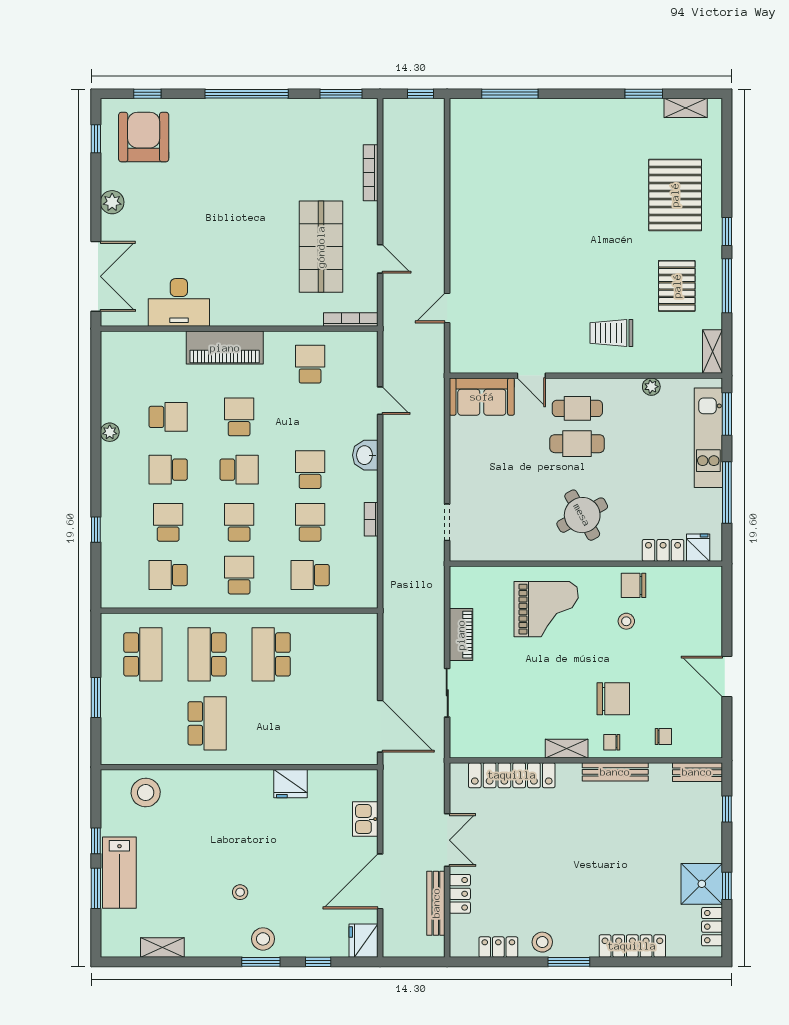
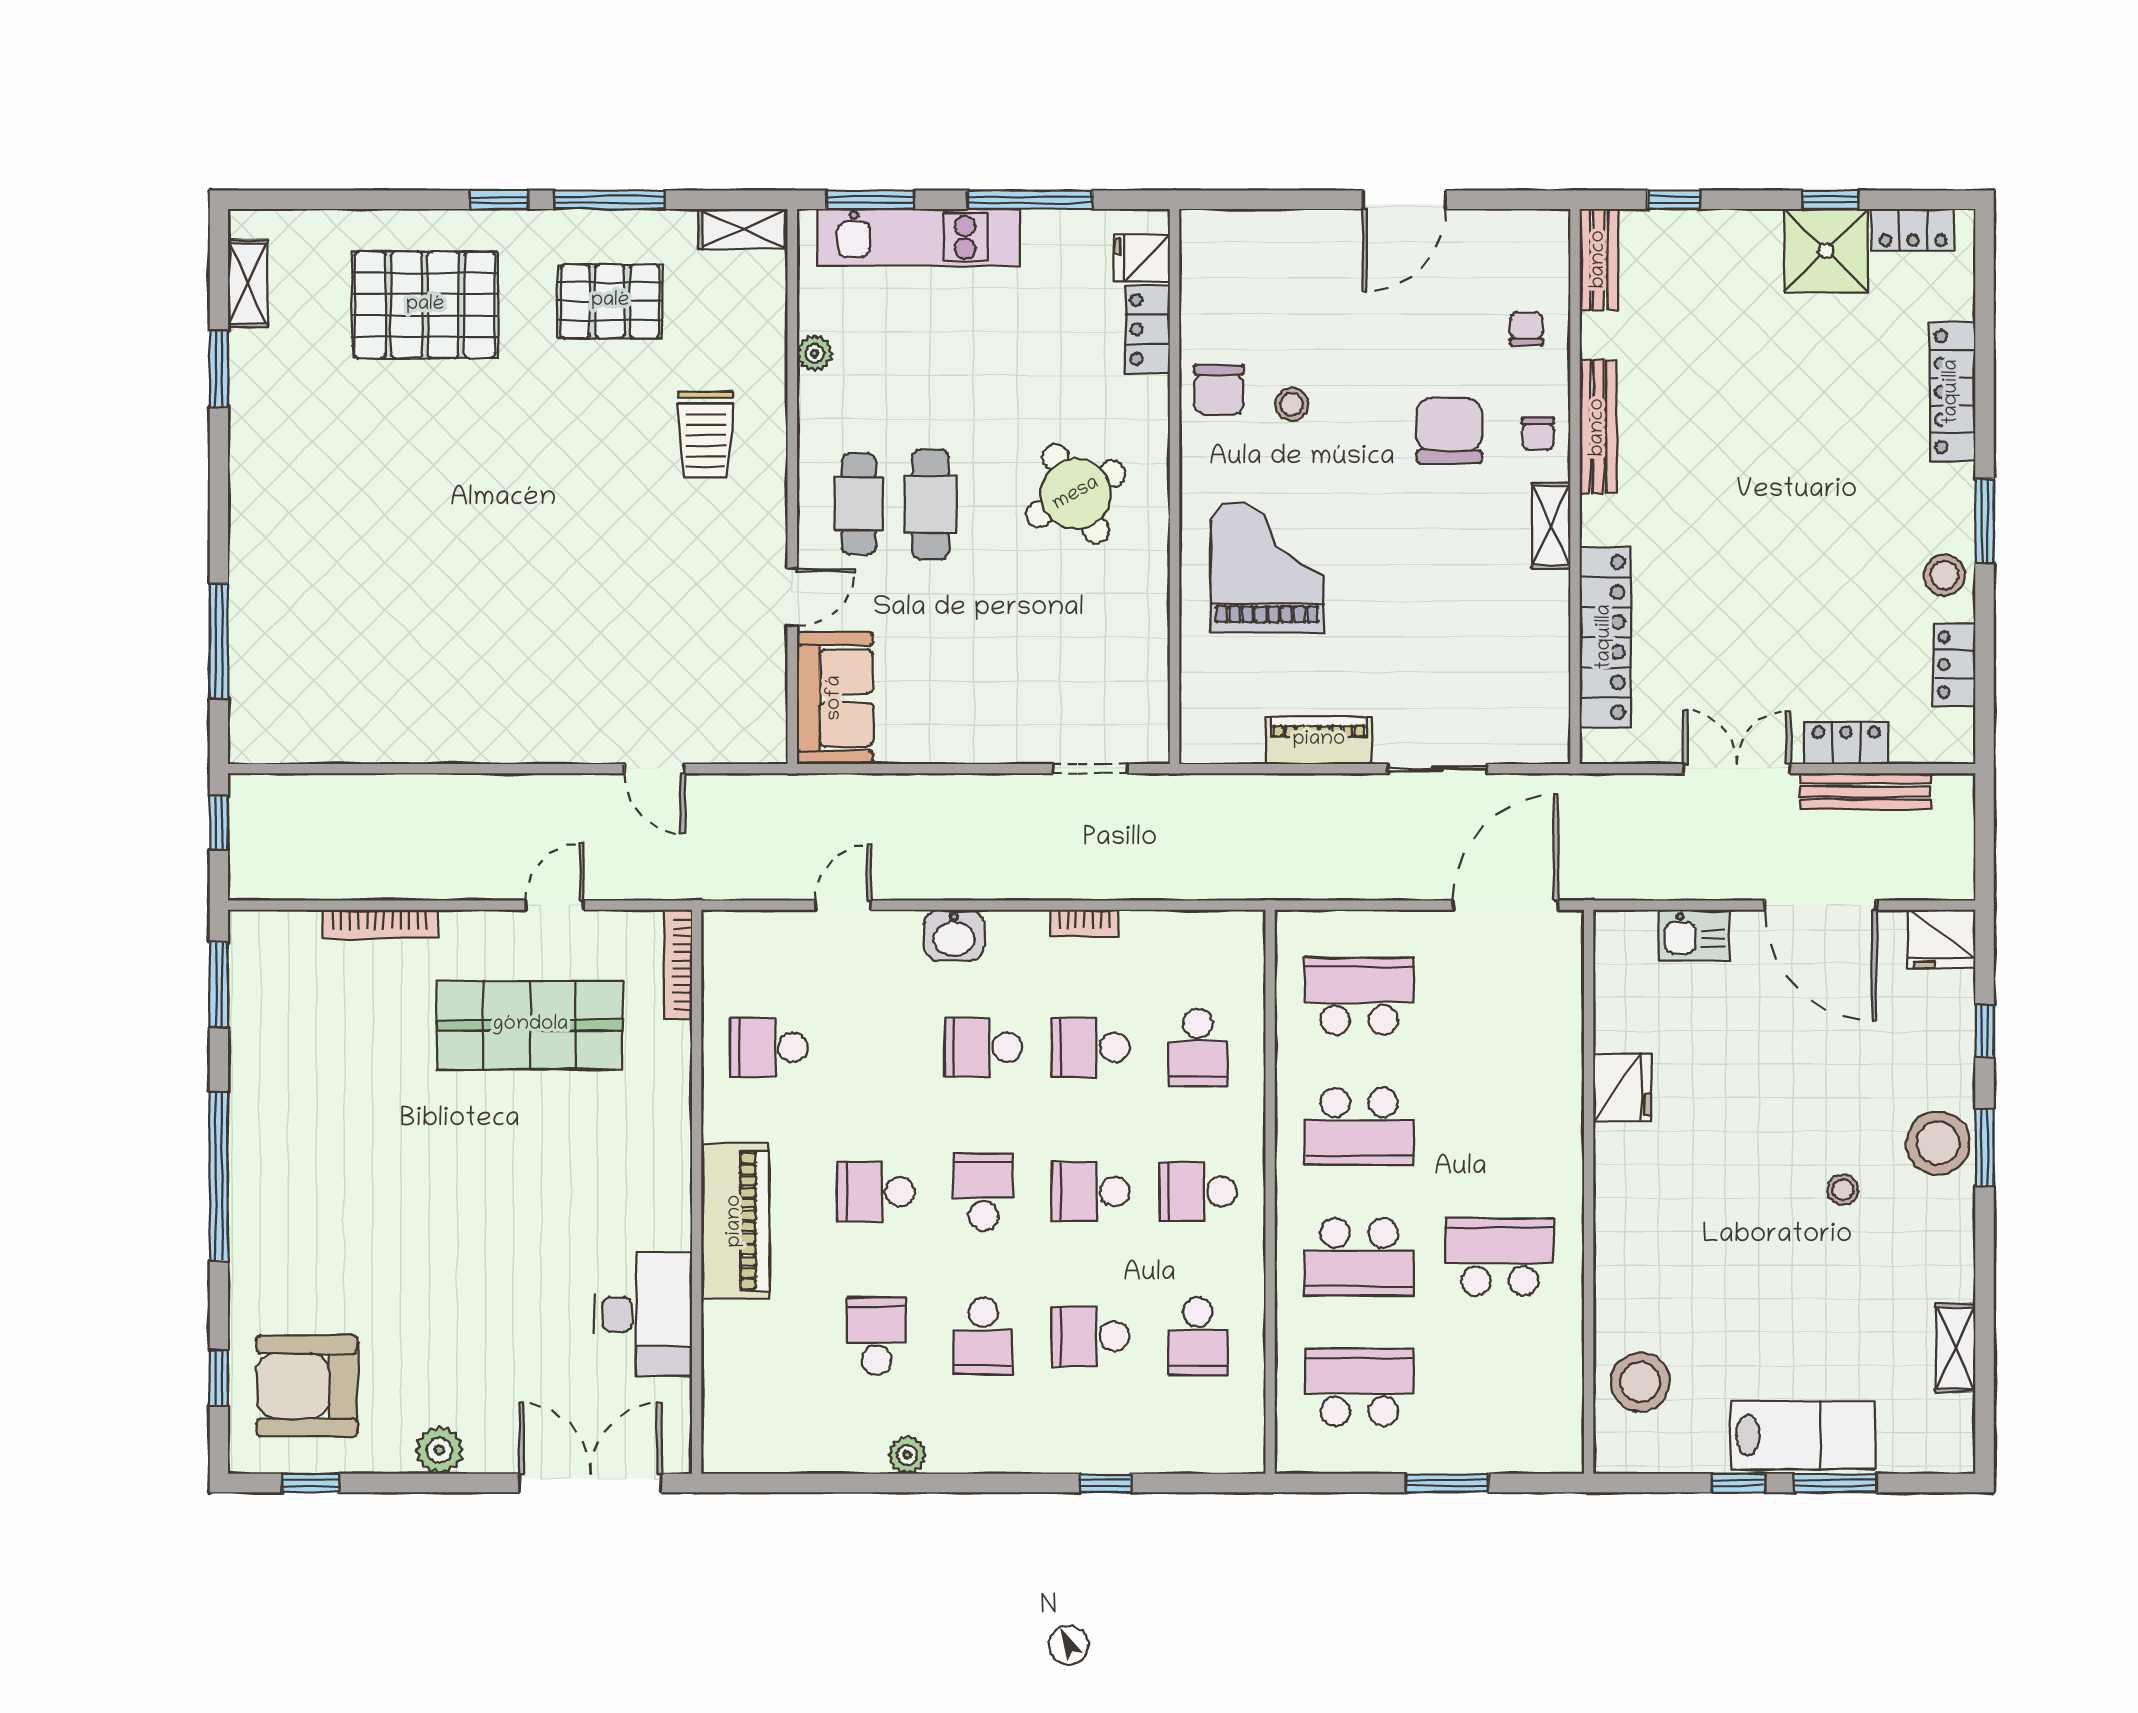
school desk: (335, 654) -> (1359, 996), added
stool: (263, 939) -> (1938, 1143), width x1.38, depth x1.38

